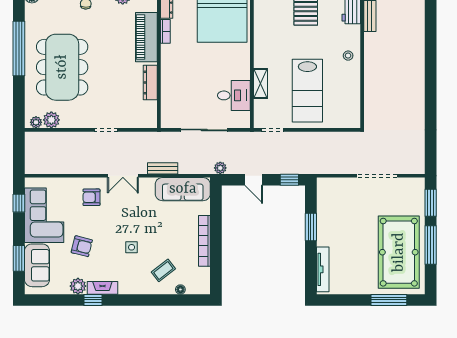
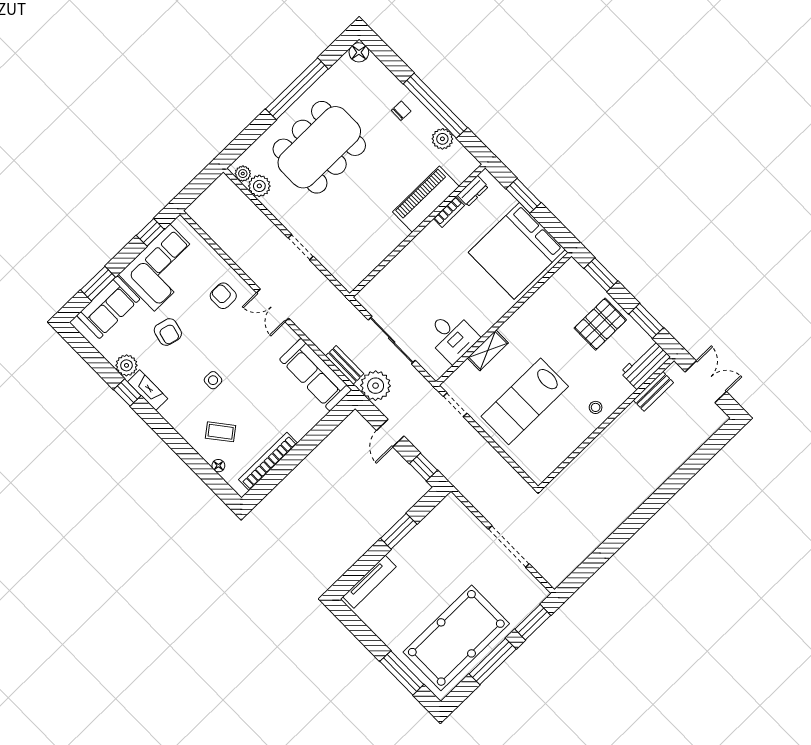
dresser: (150, 83) -> (387, 245), removed
bench: (163, 168) -> (345, 365), moved
plant: (220, 168) -> (376, 386), width x1.88, depth x1.88
bookcase: (204, 241) -> (268, 461), moved

